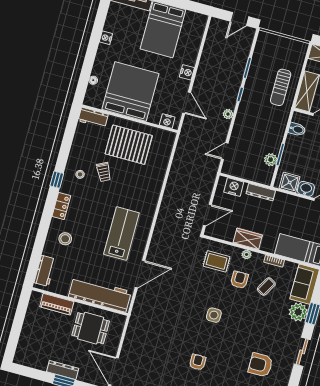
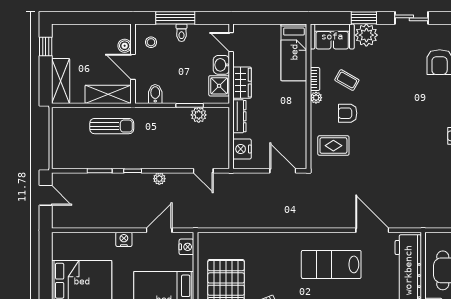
wardrobe: (248, 239) -> (242, 83), moved, turned 180
plant: (247, 254) -> (316, 98), moved
rug: (217, 261) -> (333, 146), turned 90
side table: (214, 315) -> (397, 132), removed

